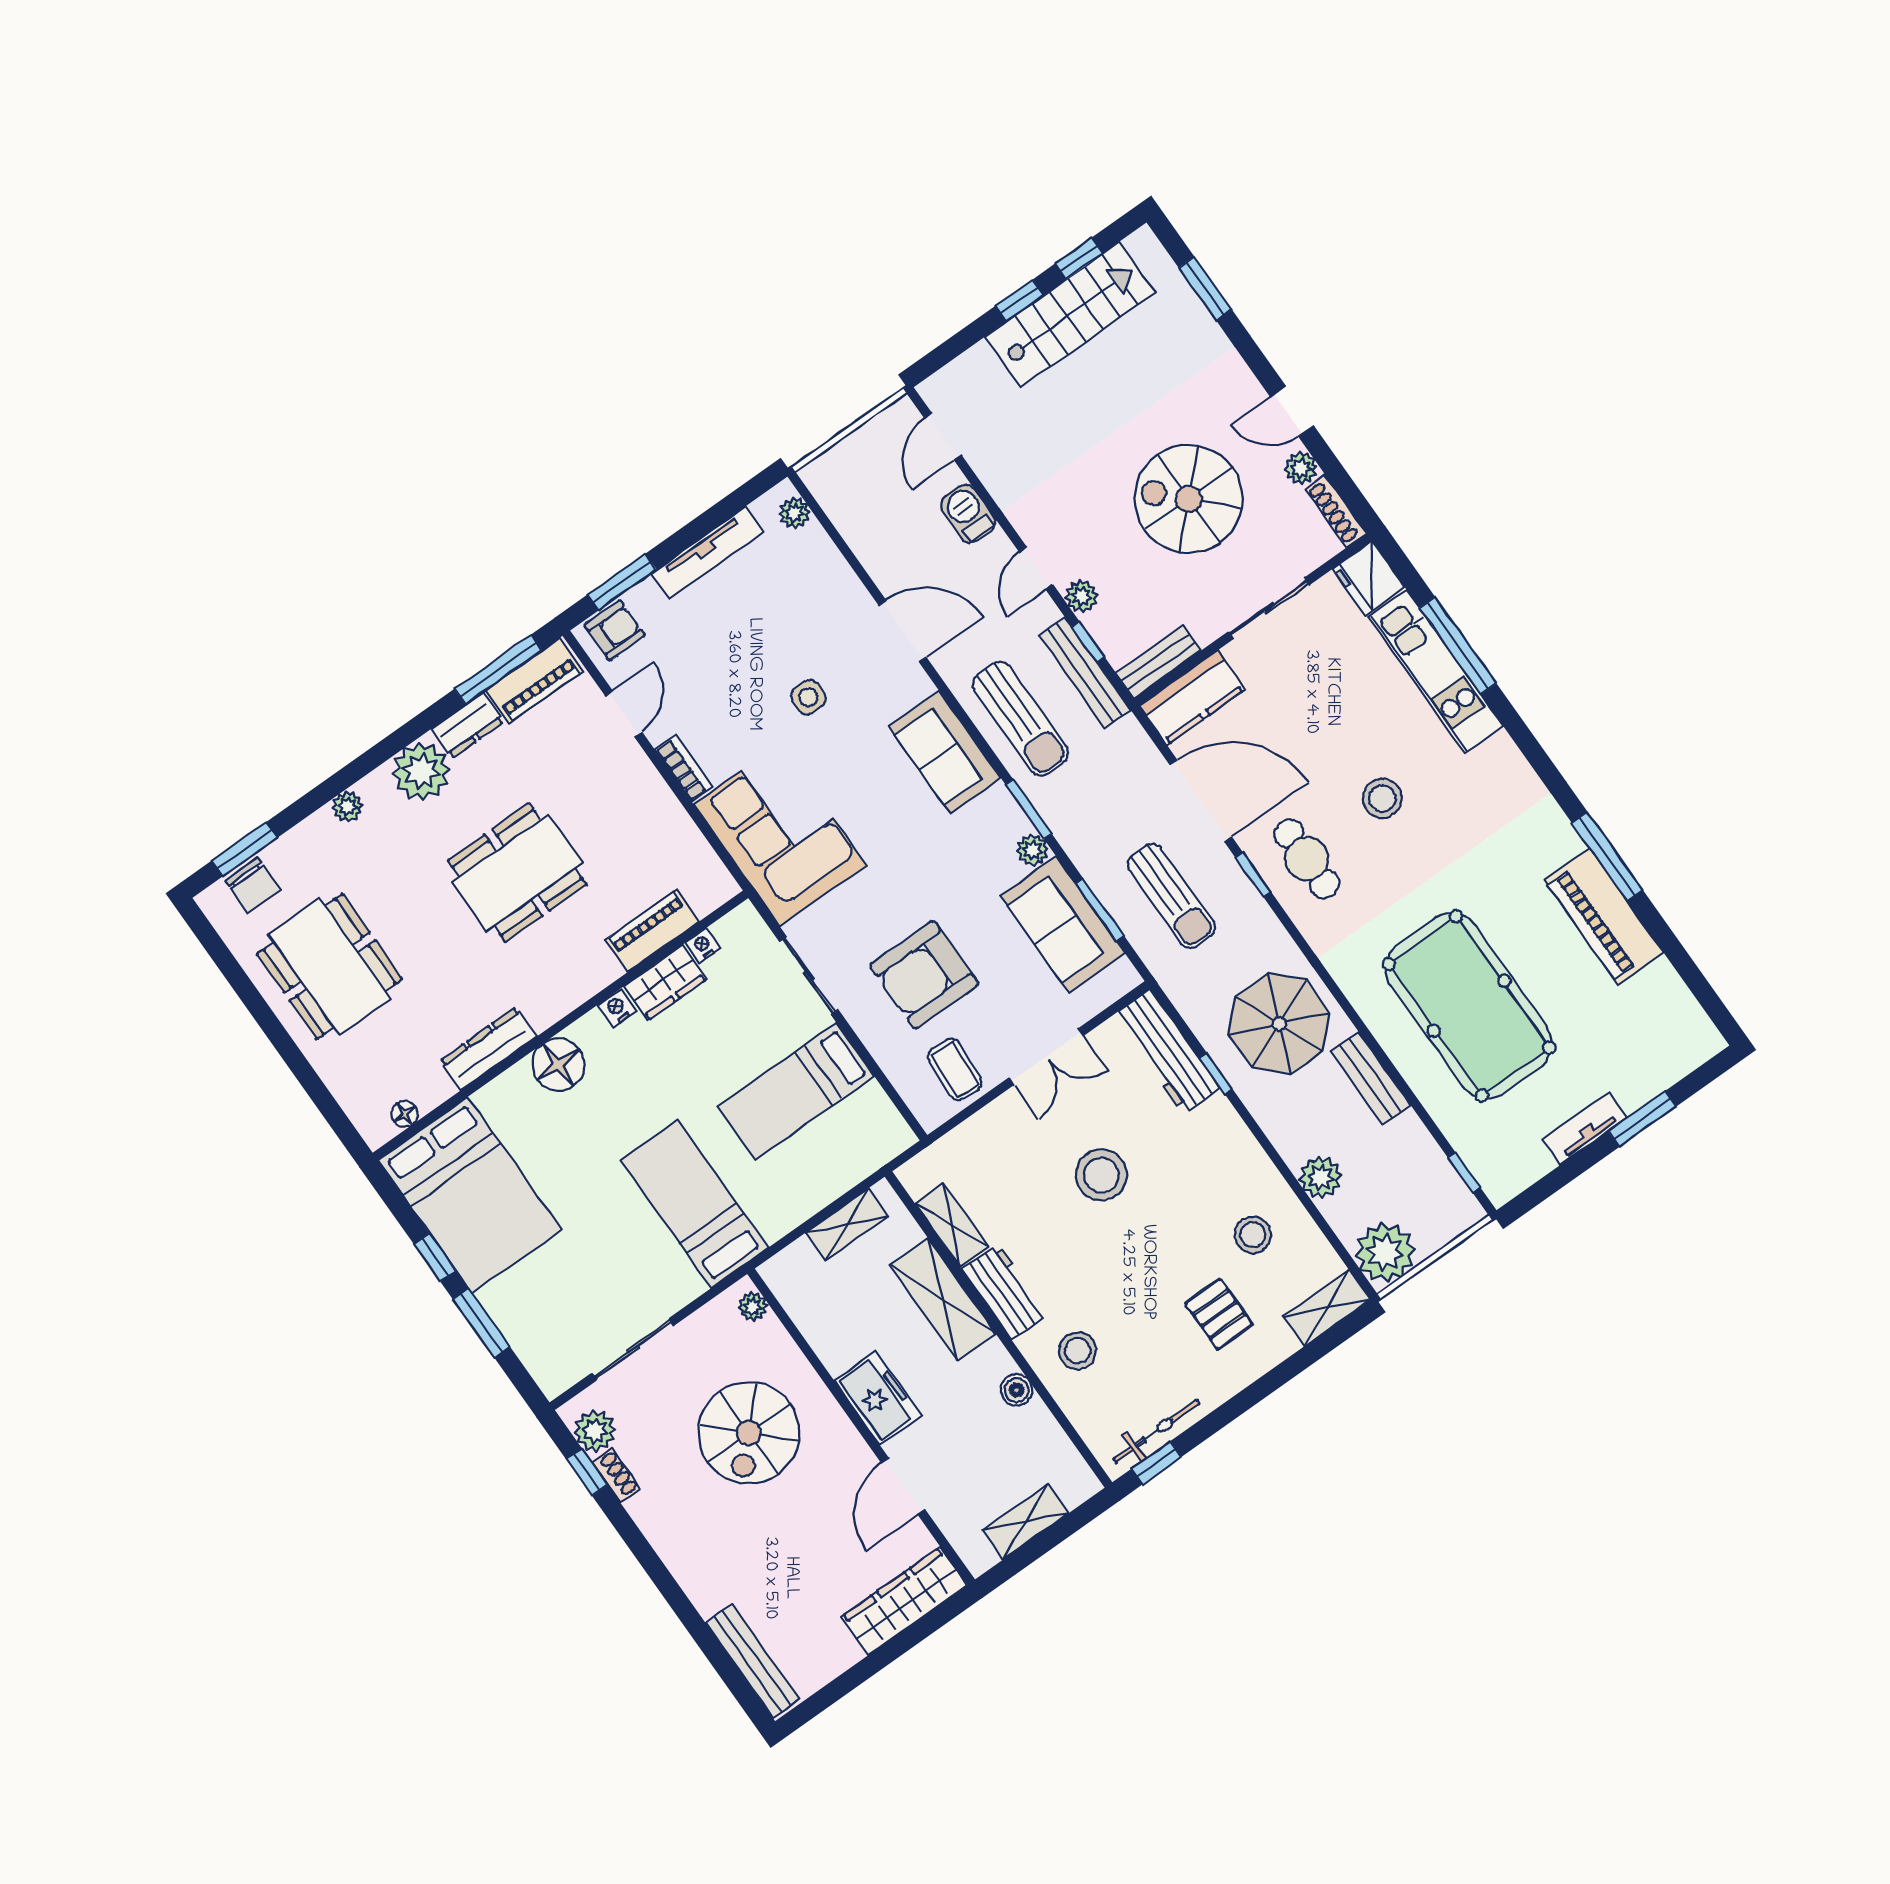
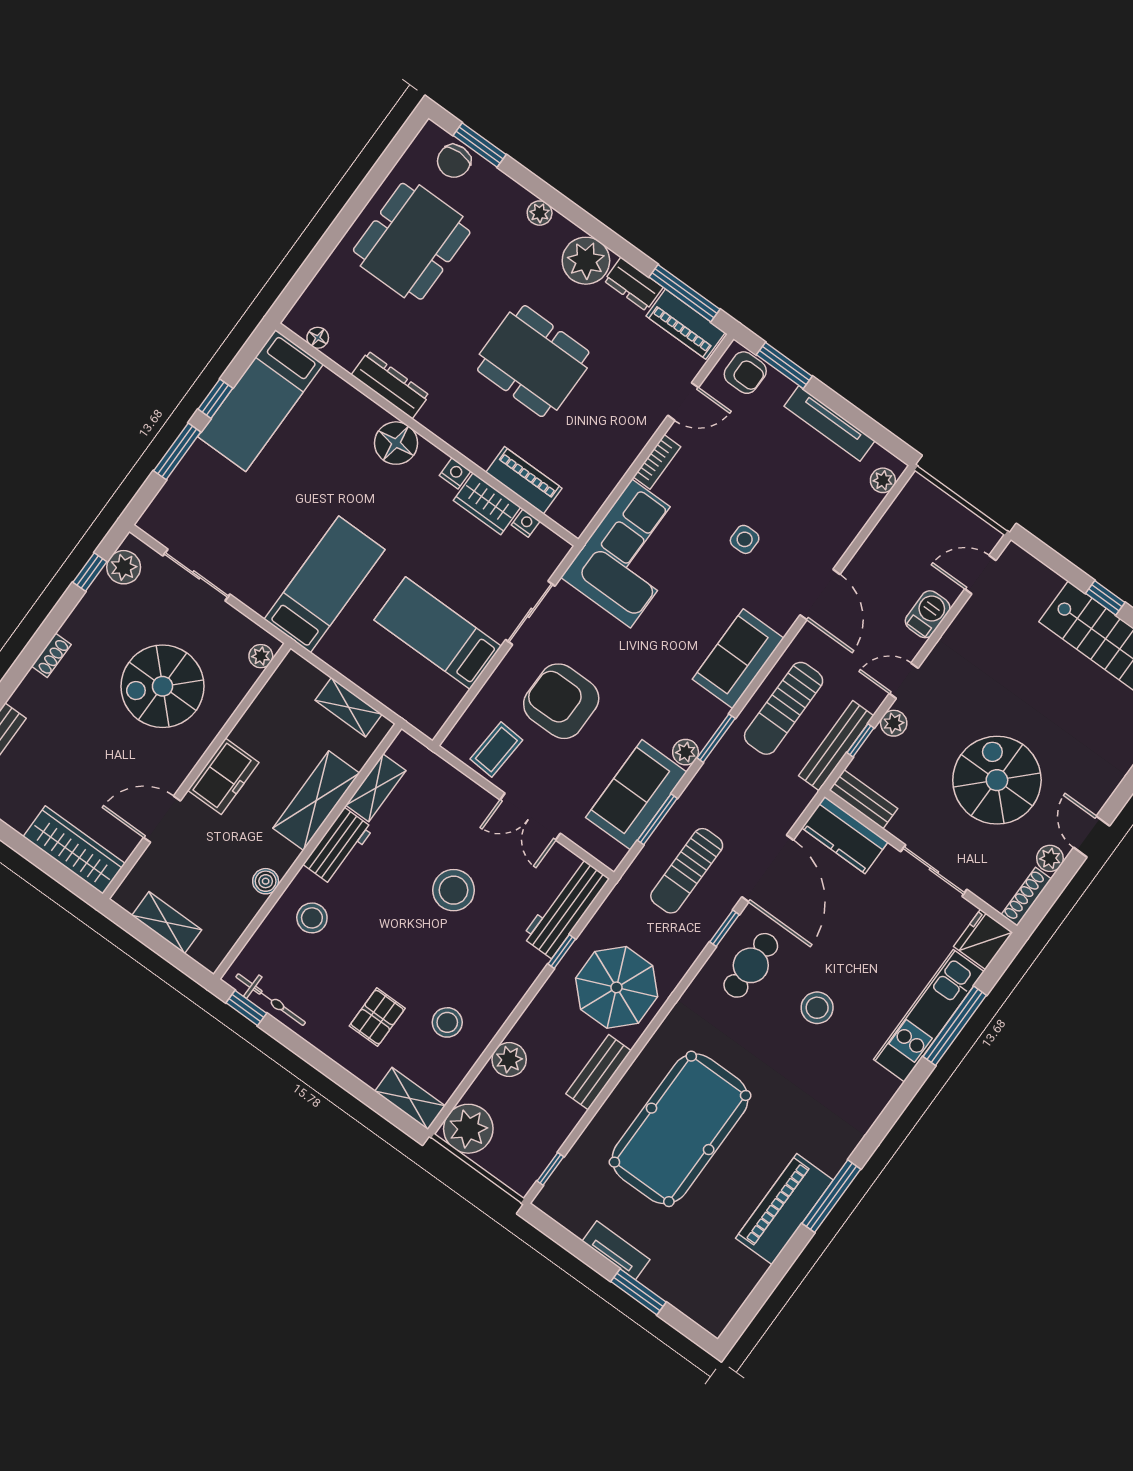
bed: (470, 1195) -> (261, 400), width x0.67
shoe rack: (616, 1476) -> (51, 655), moved

